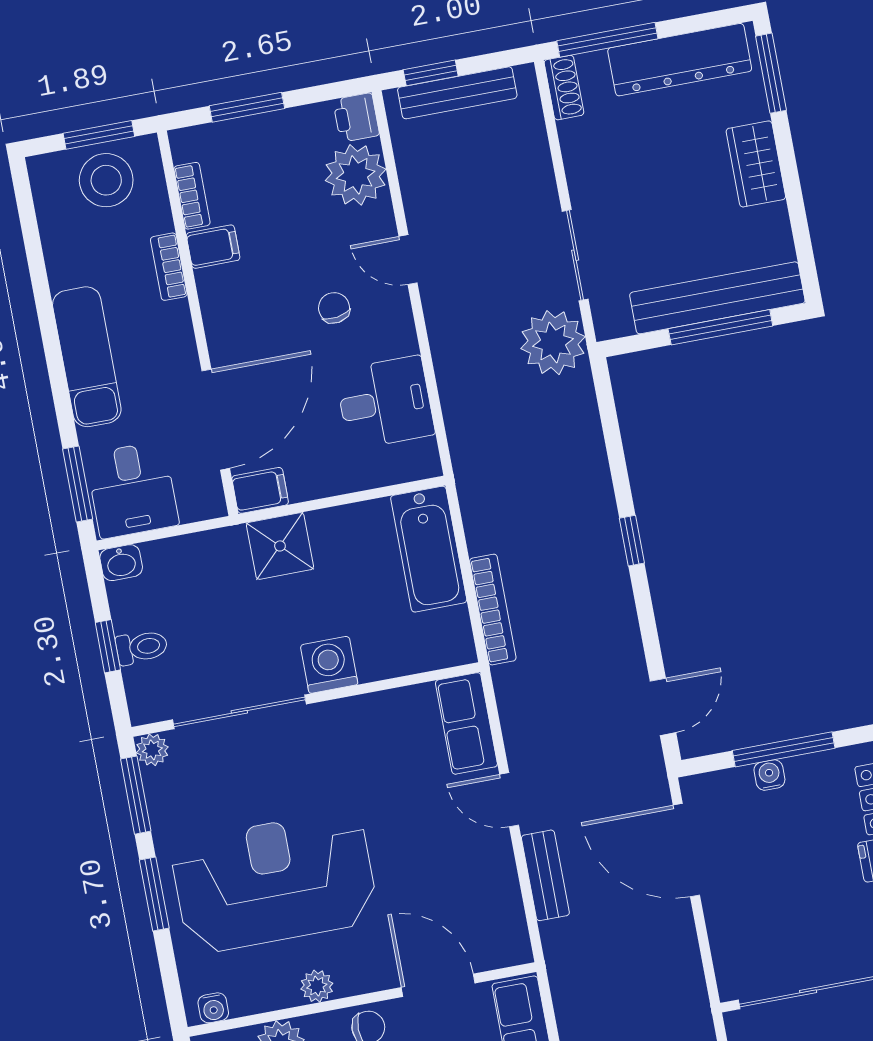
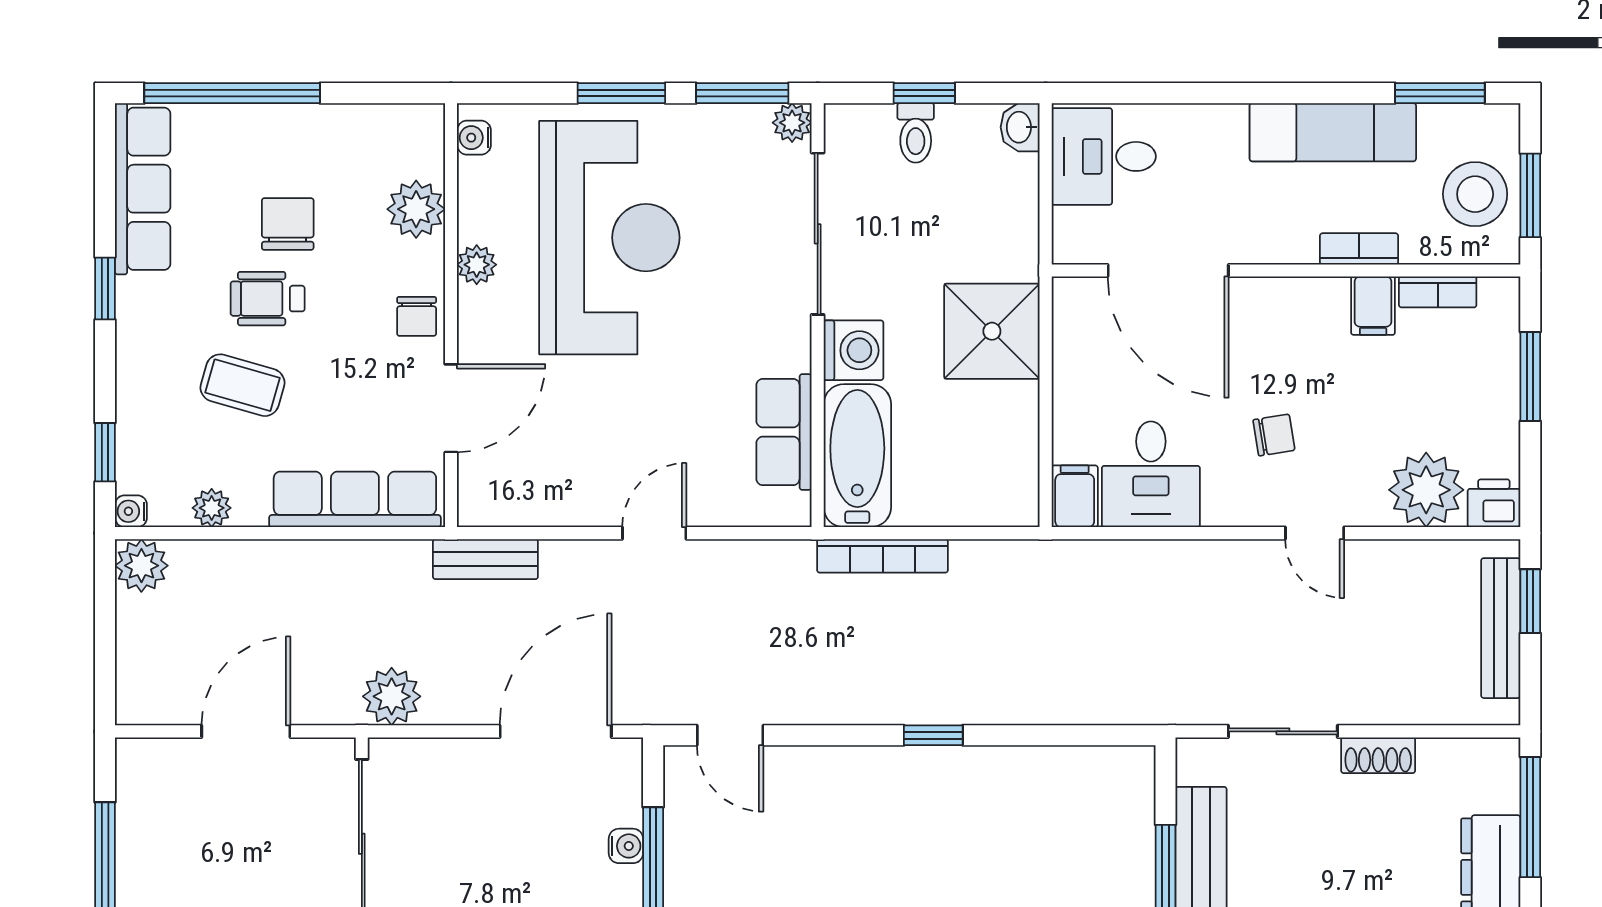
shoe rack: (564, 88) -> (1378, 755), moved
door: (408, 260) -> (1315, 533), swing flipped
plant: (553, 343) -> (392, 696), moved, width x0.73, depth x0.73
exam couch: (87, 357) -> (1333, 132), moved
window: (78, 484) -> (1440, 93), moved
filing cabinet: (260, 490) -> (1075, 496), moved, turned 180
shower: (280, 546) -> (992, 331), width x1.36, depth x1.36
bathtub: (429, 549) -> (857, 456), moved, turned 90
row of seats: (466, 723) -> (784, 432), moved, turned -90
bench: (545, 875) -> (485, 559), moved

